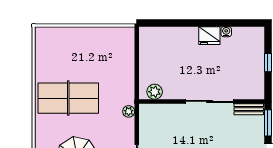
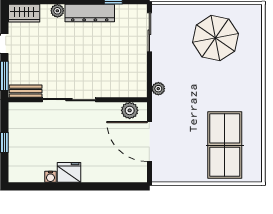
door: (137, 64) -> (149, 141), added
table tennis table: (68, 98) -> (225, 145), moved, turned 90

